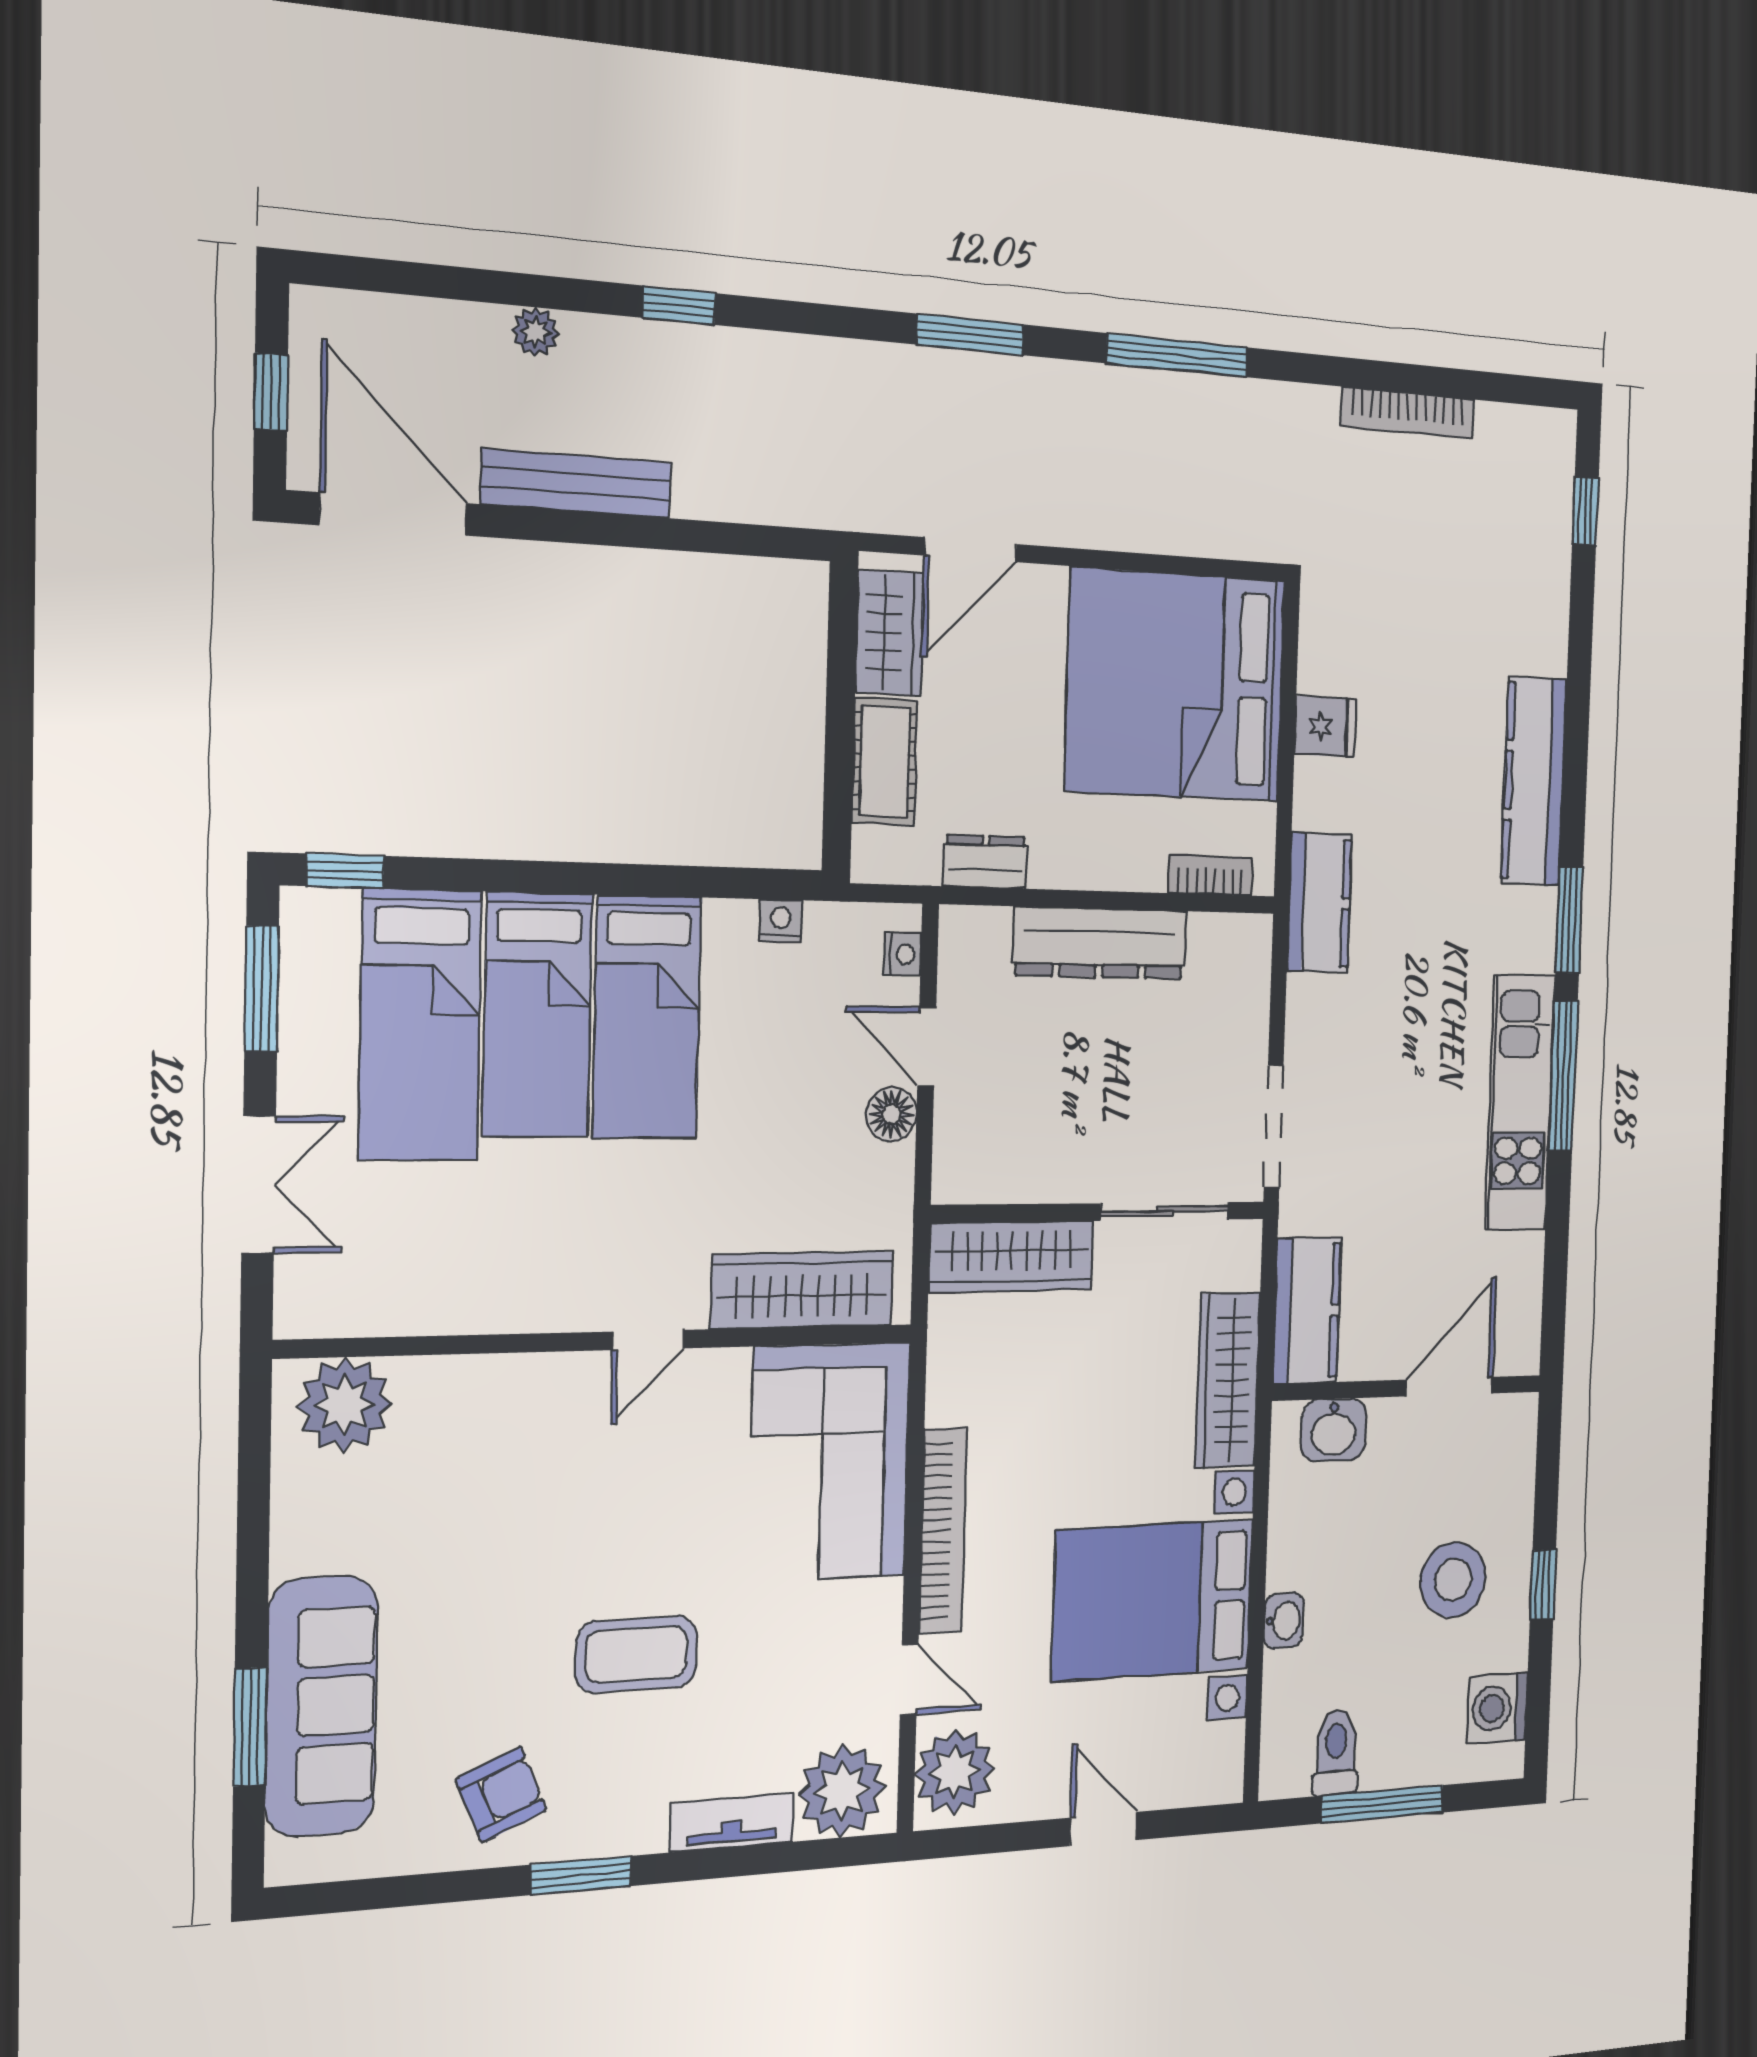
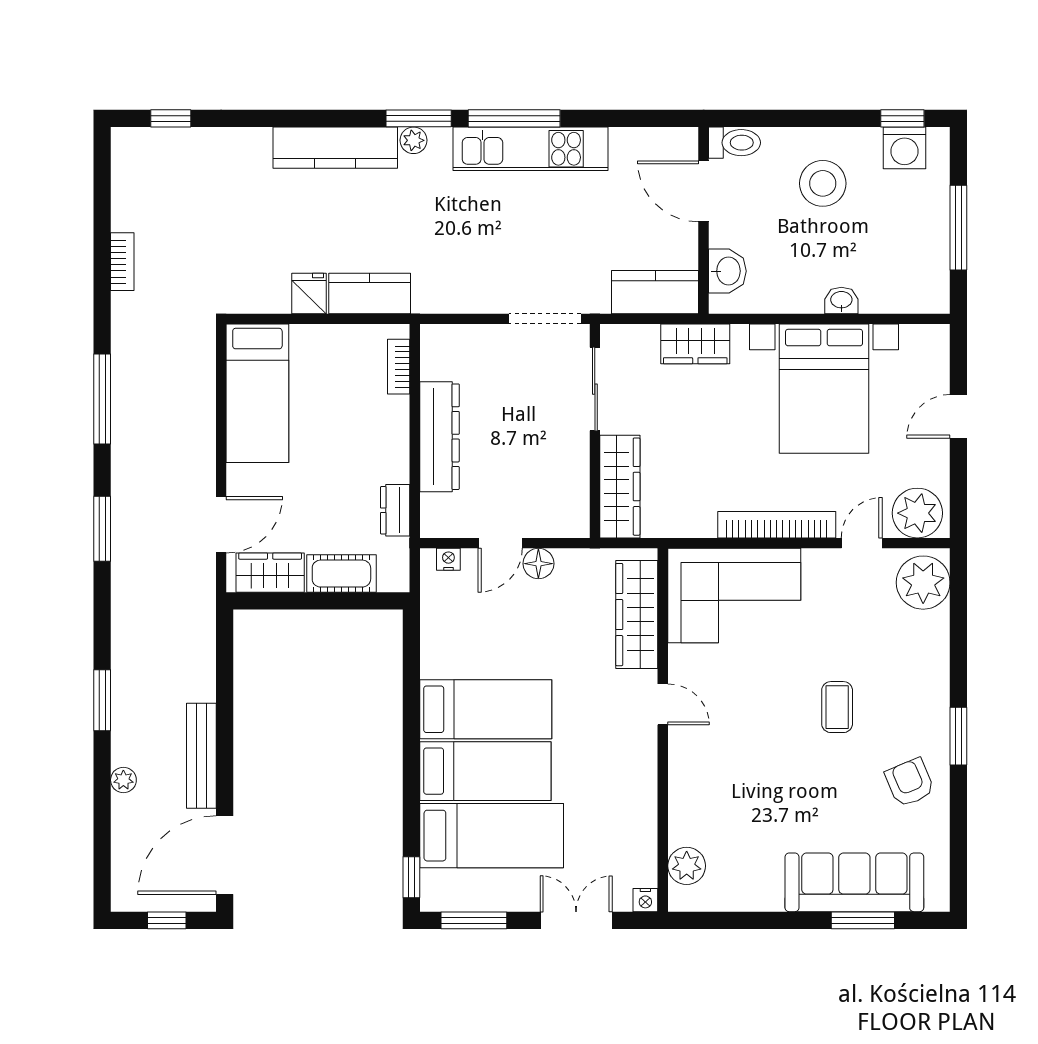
window: (679, 305) -> (102, 700), width x1.50
bookcase: (1407, 413) -> (122, 262), width x0.64
door: (971, 550) -> (221, 525), hinge flipped
bed: (1175, 685) -> (257, 393), width x0.49
kitchen counter: (1319, 903) -> (370, 293), moved
plant: (1539, 911) -> (413, 140), added
nightstand: (780, 921) -> (645, 900), moved, turned -90
wardrobe: (1228, 1380) -> (695, 344), width x0.67
plant: (345, 1405) -> (687, 866), width x0.73, depth x0.73
window: (1543, 1585) -> (902, 118), moved
coffee table: (636, 1654) -> (837, 707), width x0.73, depth x0.77
toilet: (1336, 1753) -> (735, 143), moved, turned 180
tv unit: (732, 1823) -> (936, 649), removed

